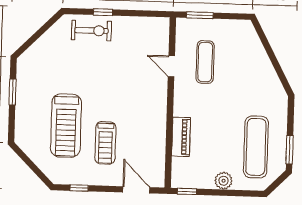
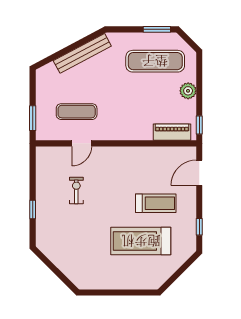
exercise bike: (91, 31) -> (76, 190), moved, width x0.73, depth x0.72
bench: (267, 70) -> (82, 53), added
window: (13, 92) -> (111, 292), removed
treadmill: (66, 126) -> (141, 241), turned 180
piano: (181, 137) -> (172, 132), moved

